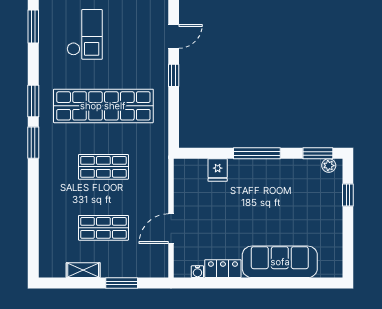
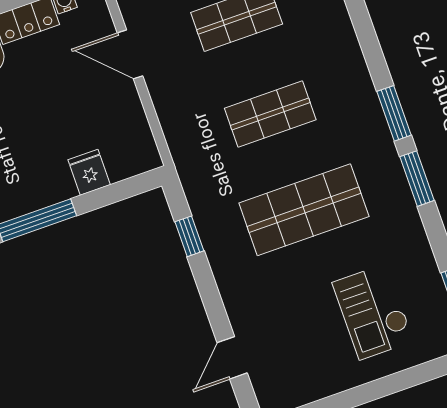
window: (174, 75) -> (189, 236), moved
shop shelf: (103, 106) -> (304, 210), width x0.71
door: (171, 229) -> (130, 54), swing flipped

